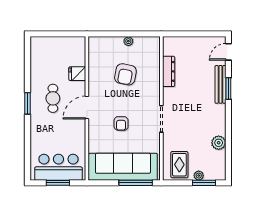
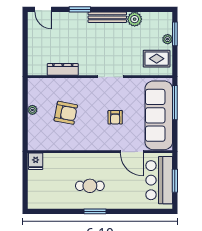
fridge: (77, 74) -> (36, 161), moved
bench: (220, 84) -> (107, 17), moved
door: (87, 108) -> (132, 152), moved
armchair: (121, 123) -> (115, 117), turned 90

